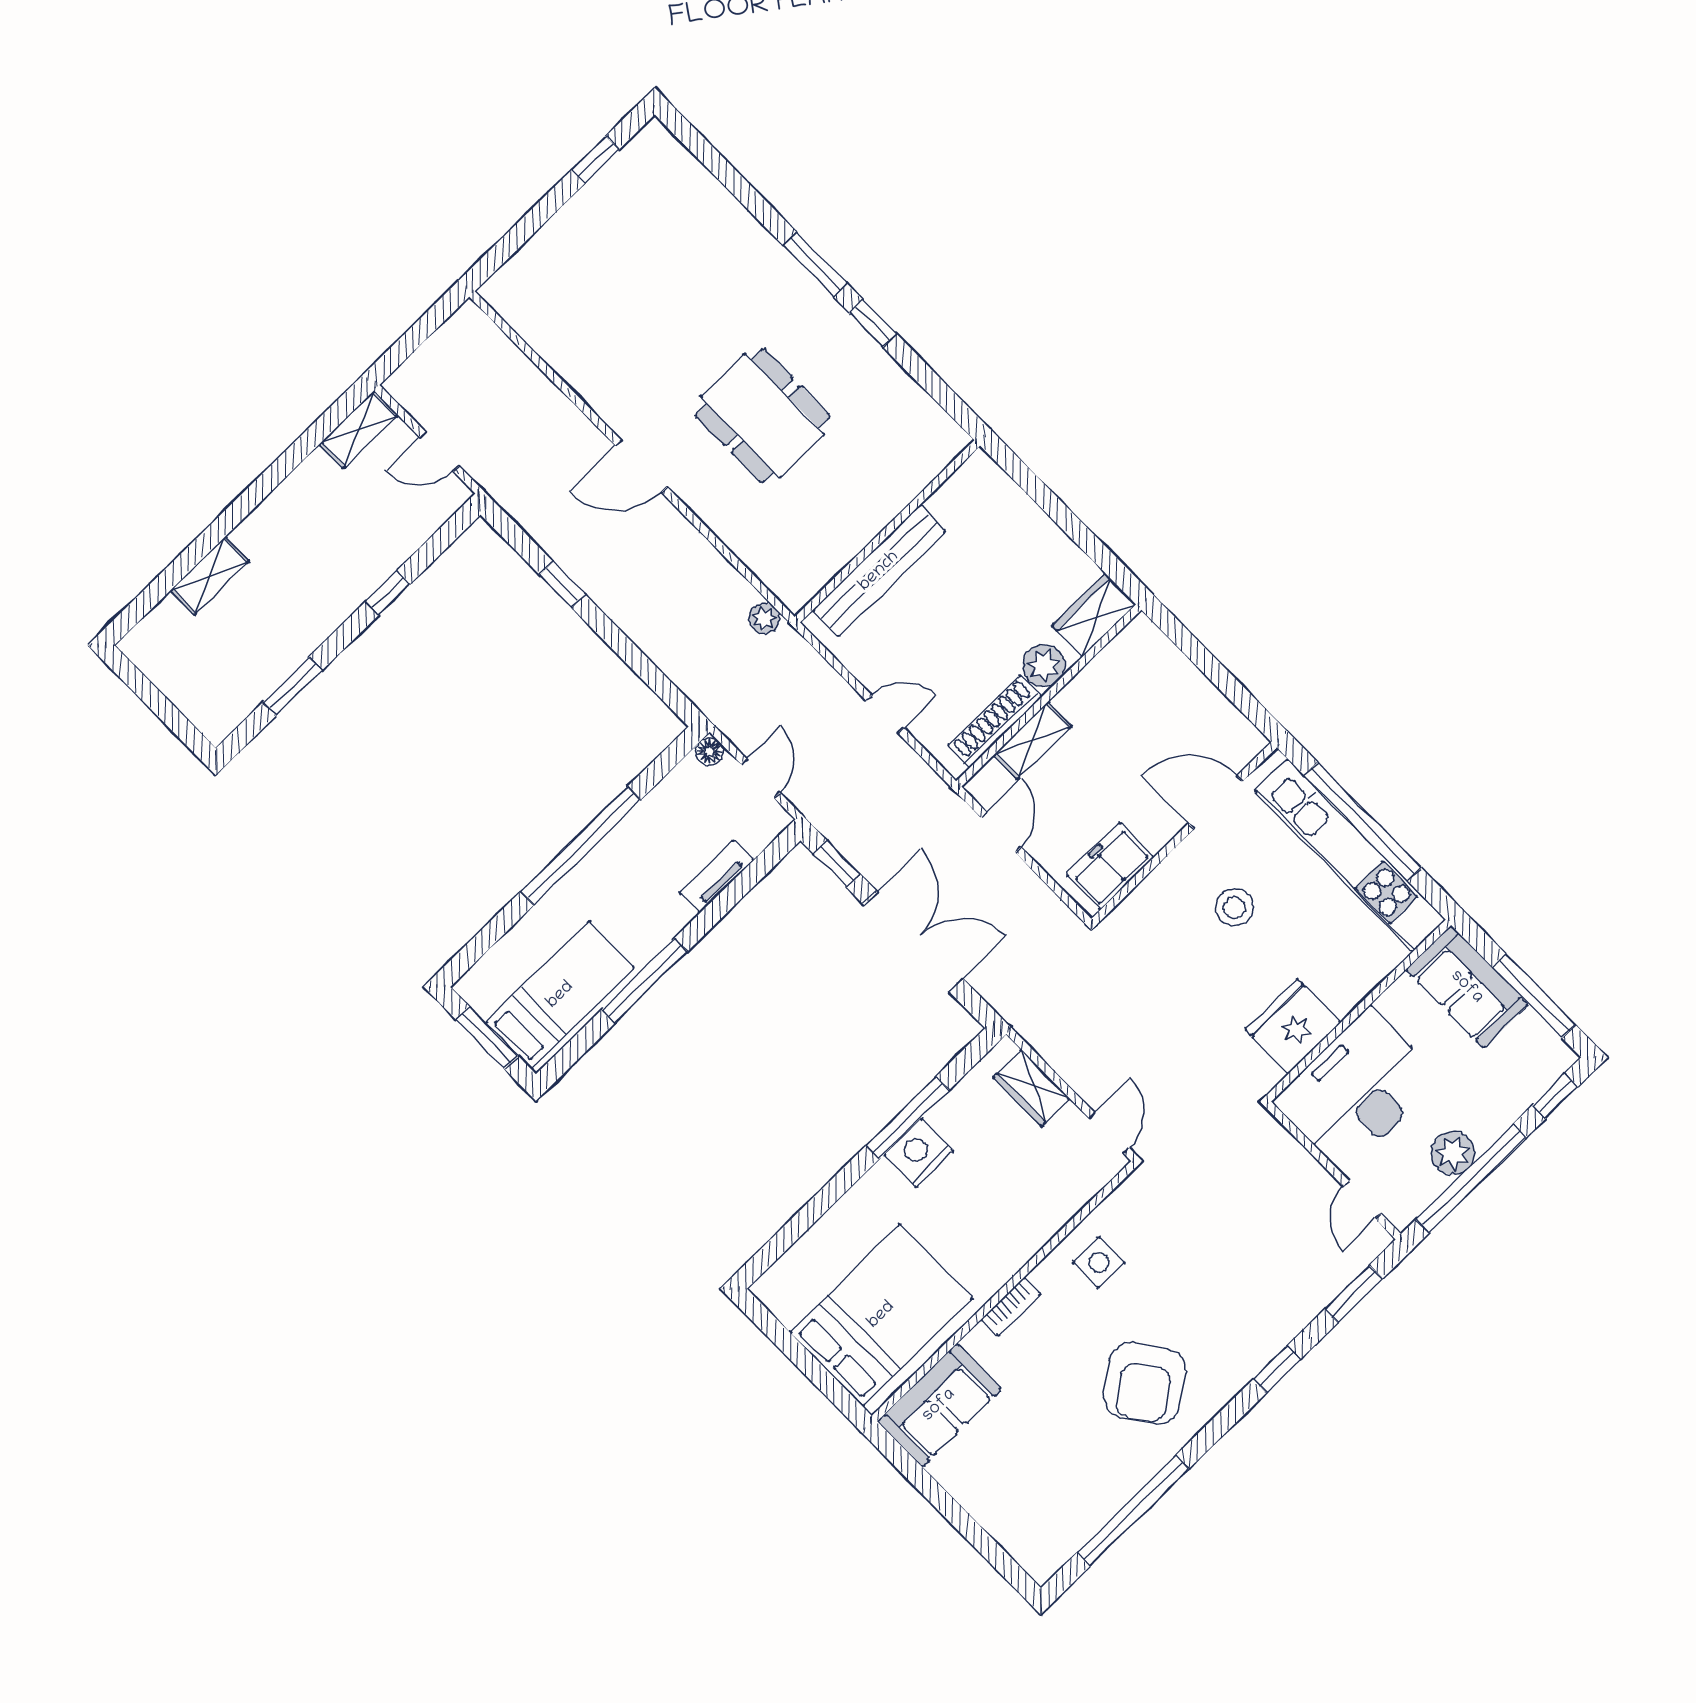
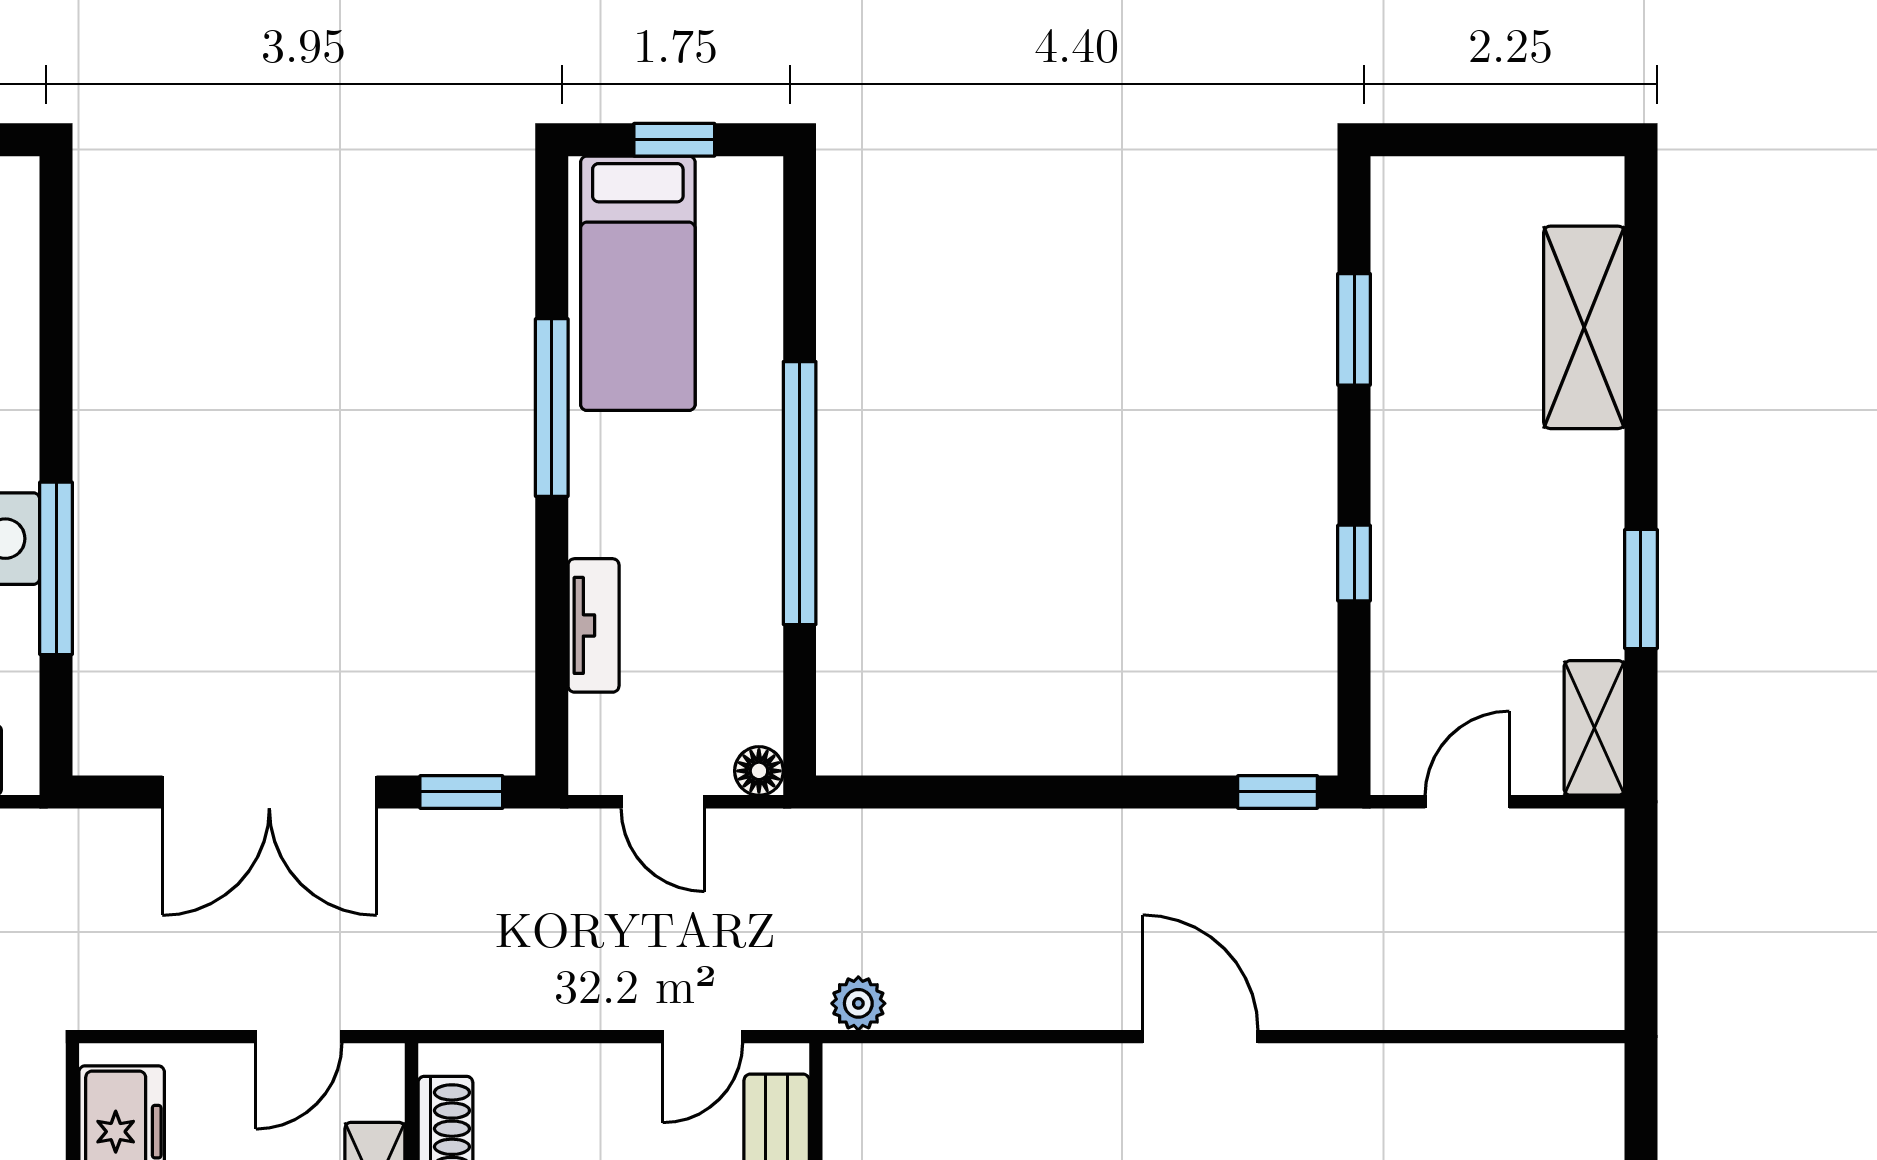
window: (284, 466) -> (1641, 589), added
door: (641, 466) -> (1200, 1037), hinge flipped
shelving: (210, 576) -> (1584, 327), width x1.50, depth x1.33
window: (562, 585) -> (1278, 792), moved
door: (885, 714) -> (703, 1037), moved
door: (1001, 832) -> (299, 1037), hinge flipped
window: (487, 1038) -> (674, 140), width x0.67

